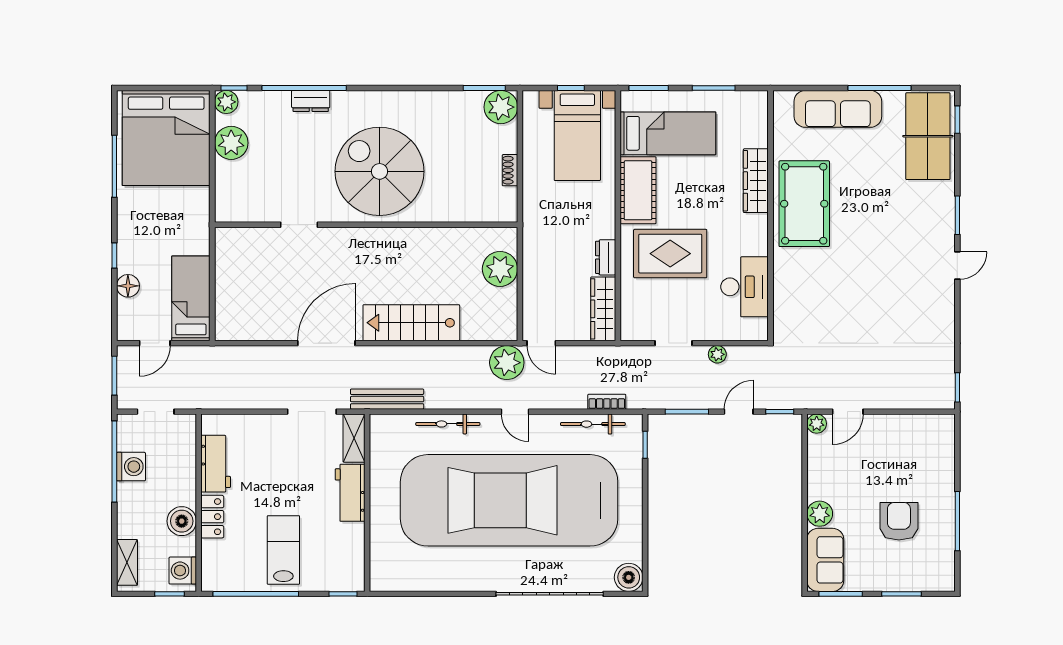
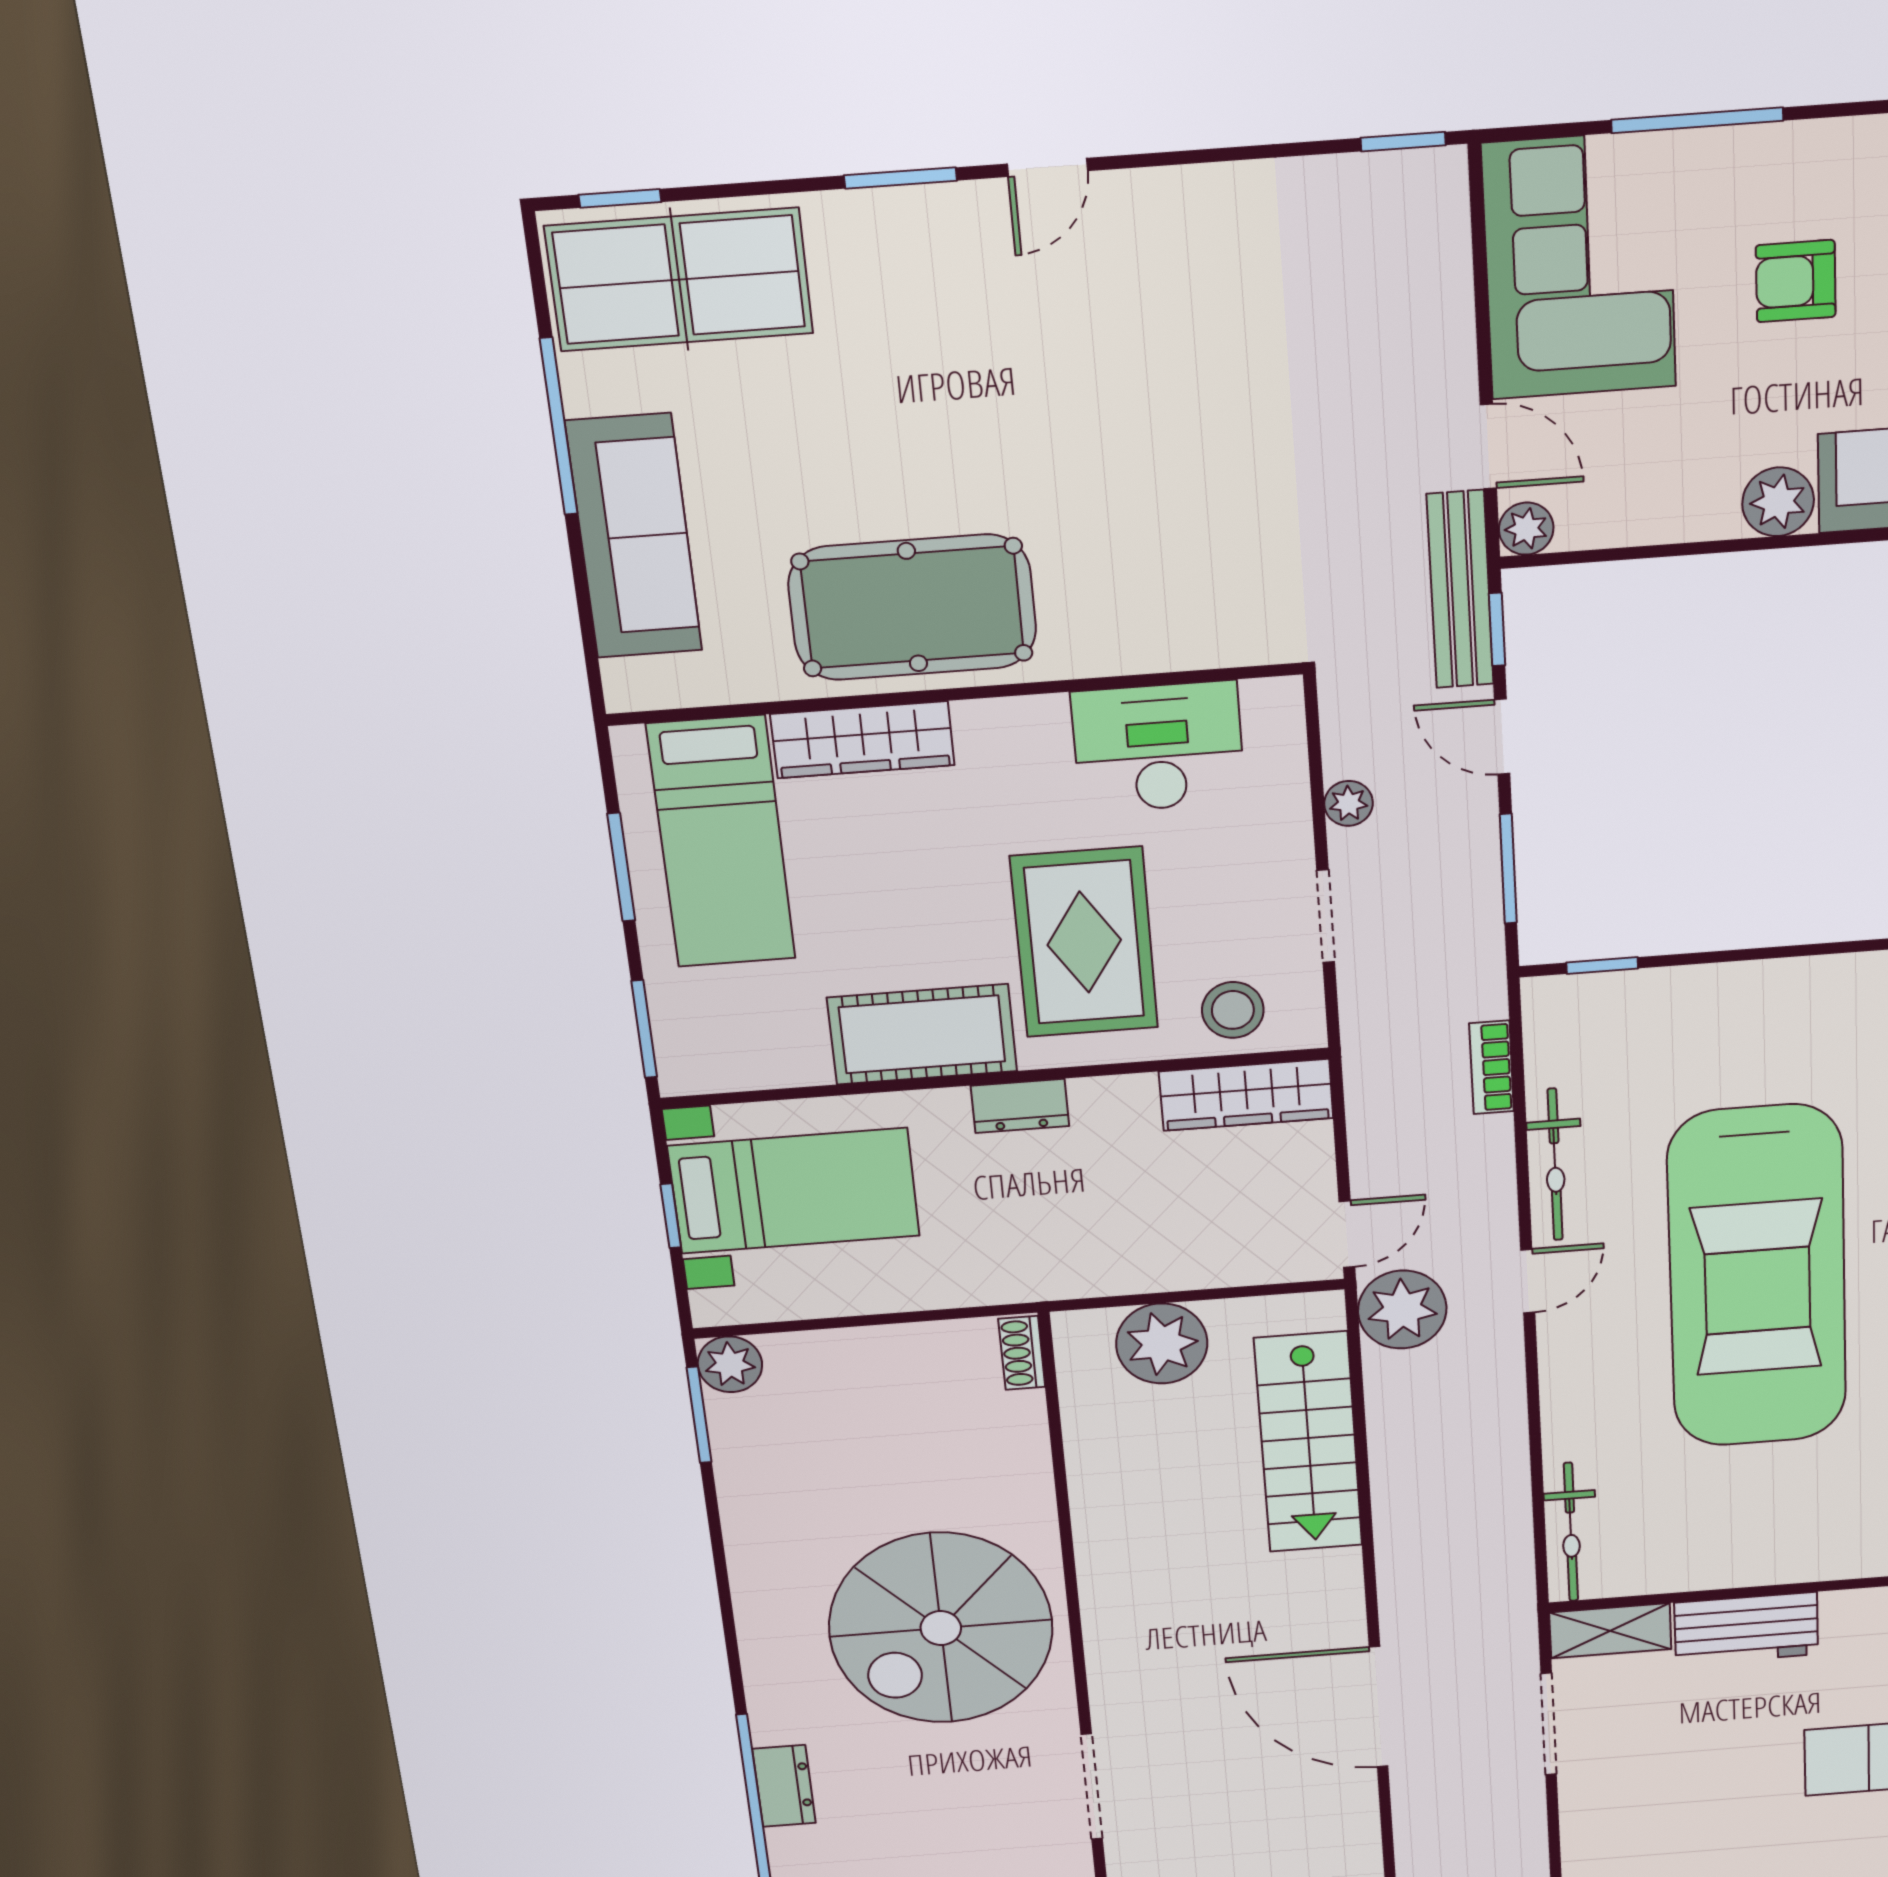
plant: (501, 107) -> (730, 1364), width x0.73, depth x0.73
bed: (668, 133) -> (721, 842), moved, turned 180
shoe rack: (510, 170) -> (1022, 1353), moved, turned 90
doorway: (299, 225) -> (1092, 1787), width x1.38
dresser: (606, 257) -> (1020, 1106), moved
door: (957, 266) -> (1047, 167), swing flipped
stool: (638, 306) -> (1233, 1010), added
stairs: (411, 323) -> (1308, 1442), moved
bench: (387, 399) -> (1460, 590), moved
bicycle: (448, 424) -> (1571, 1532), moved
bicycle: (593, 424) -> (1555, 1165), moved
corner sofa: (910, 446) -> (1579, 266), added
car: (509, 500) -> (1757, 1277), width x0.73, depth x0.67
armchair: (899, 521) -> (1796, 281), width x0.72, depth x0.72
window: (957, 521) -> (1697, 120), moved

